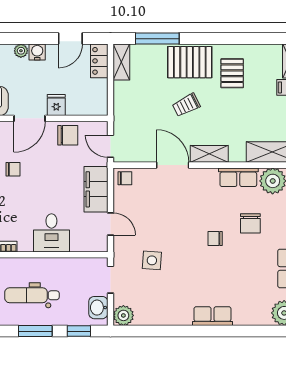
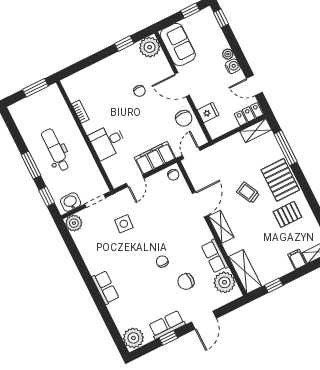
fridge: (56, 105) -> (208, 113), moved

